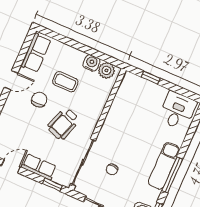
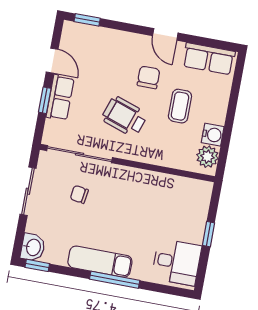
window: (151, 78) -> (208, 234), moved
chair: (39, 100) -> (148, 77), turned -90
window: (172, 175) -> (115, 280), moved
window: (52, 185) -> (45, 100), moved

